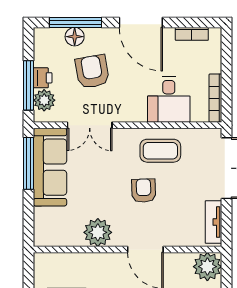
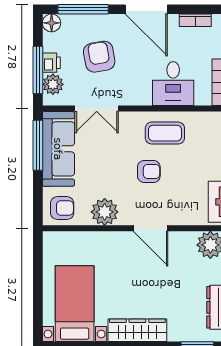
floor lamp: (75, 37) -> (52, 23), moved
armchair: (144, 191) -> (149, 171), turned 92
armchair: (54, 228) -> (62, 208), added

